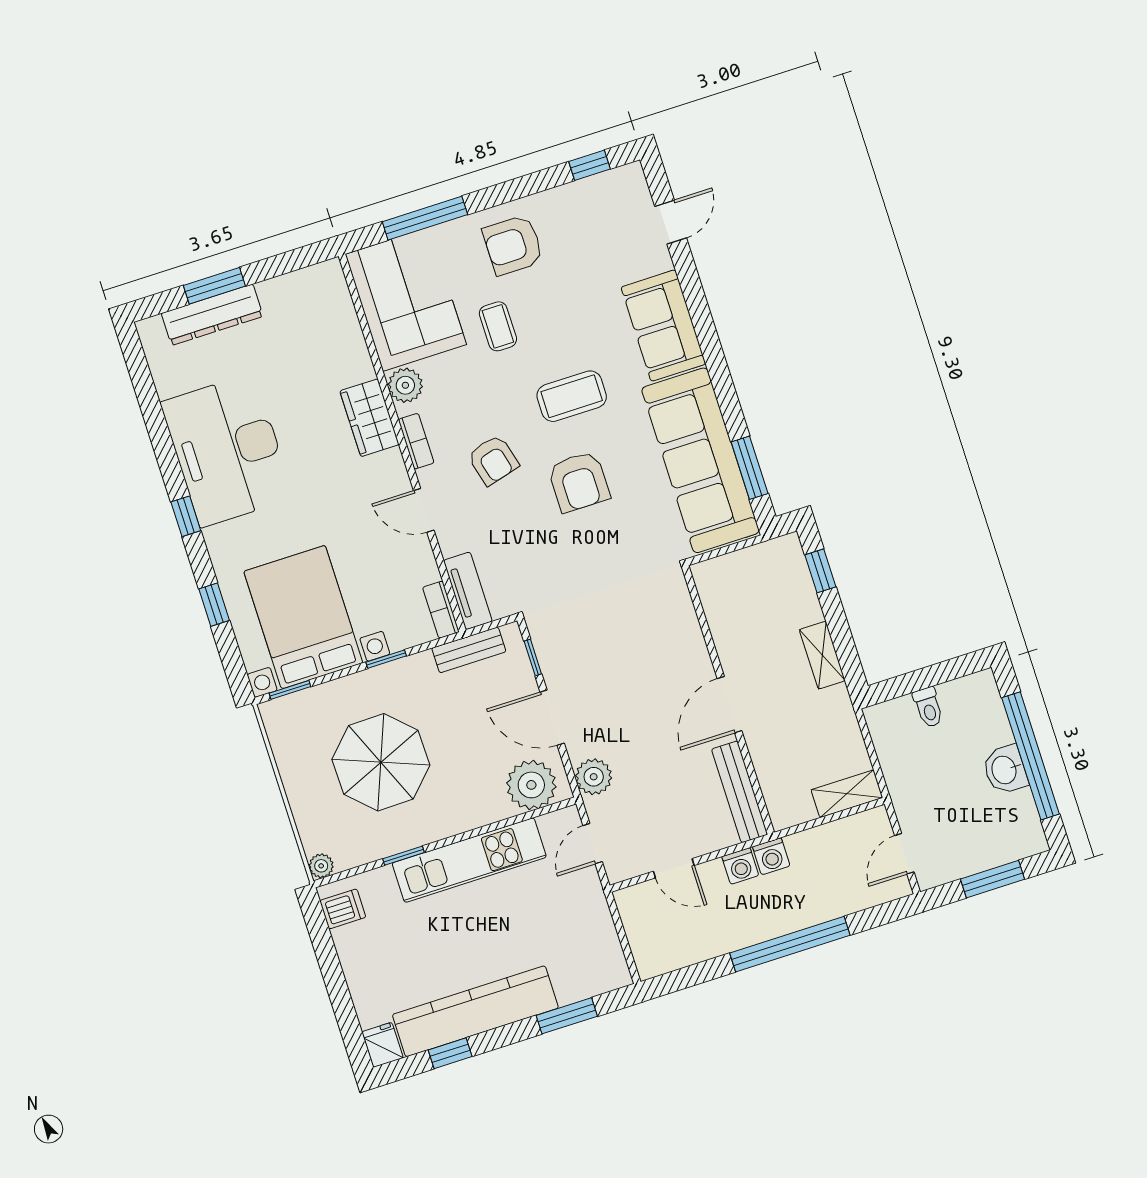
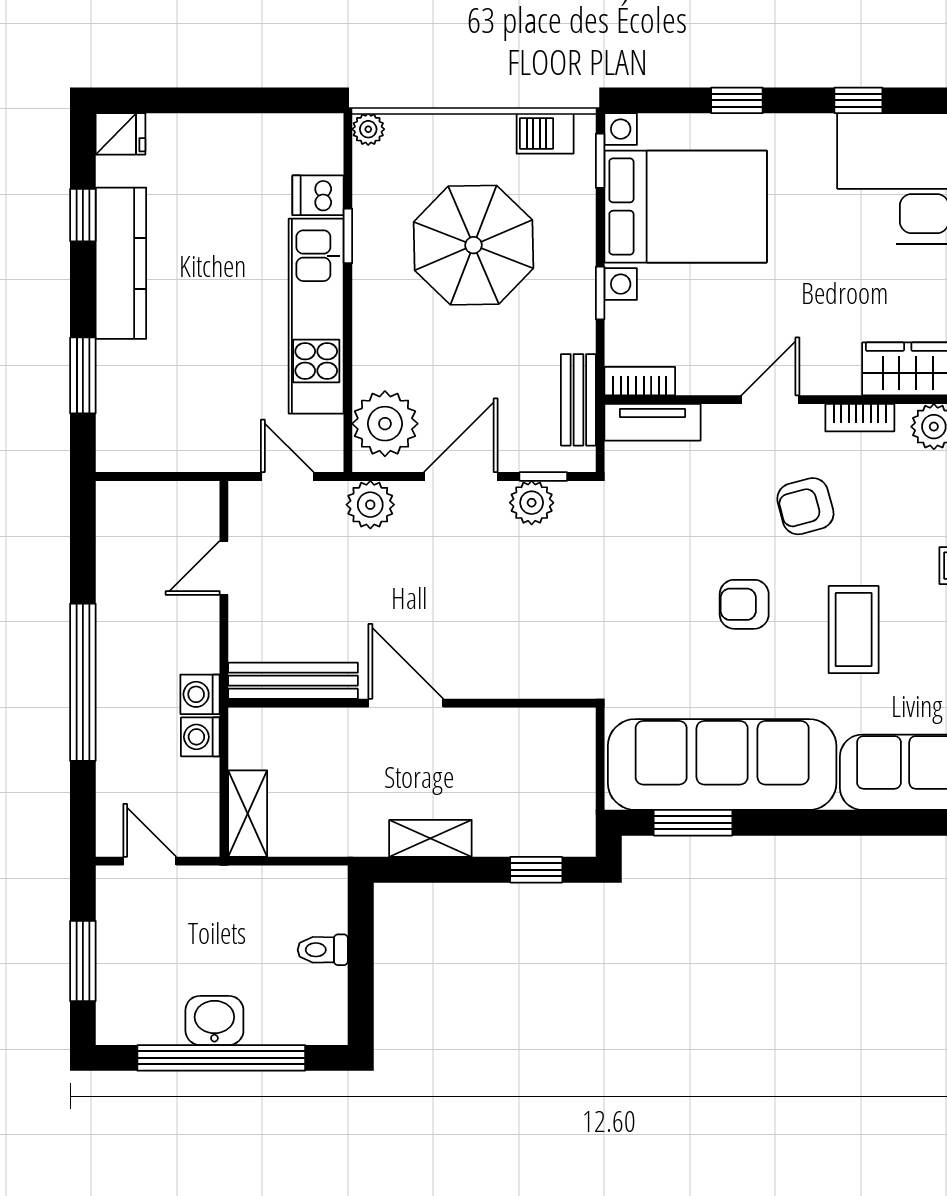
armchair: (579, 482) -> (744, 604), width x0.72, depth x0.72
plant: (555, 660) -> (532, 503), added
barbecue: (283, 736) -> (545, 133), added
washing machine: (740, 866) -> (200, 737), moved
dishwasher: (343, 909) -> (318, 195), moved, turned 90
kitchen counter: (475, 1011) -> (121, 263), width x0.72, depth x0.86

